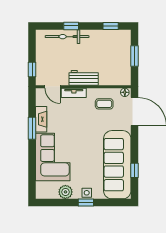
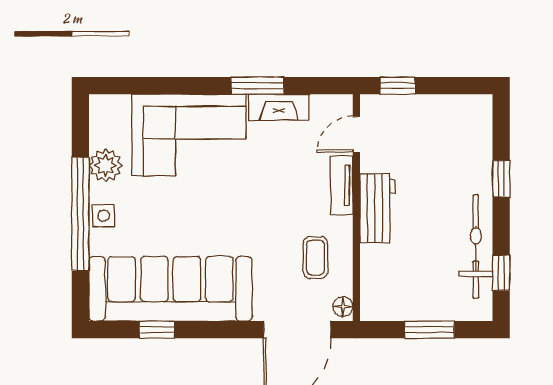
bicycle: (67, 37) -> (476, 246), moved
window: (86, 203) -> (80, 214), width x3.17

